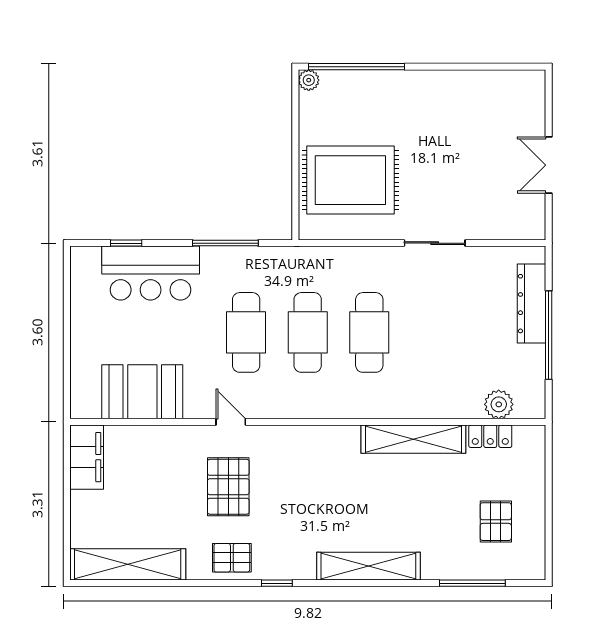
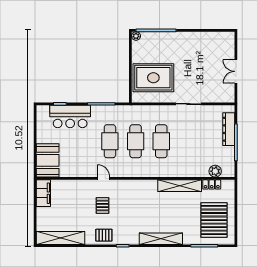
booth: (142, 392) -> (48, 160), moved, turned 90
pallet: (228, 487) -> (102, 206), width x0.67, depth x0.71
pallet: (496, 522) -> (214, 220), width x2.05, depth x2.00

